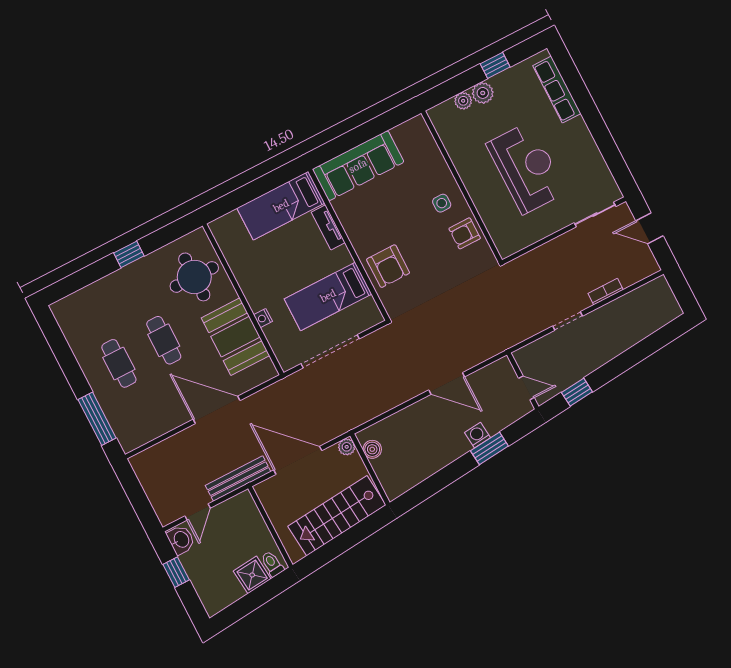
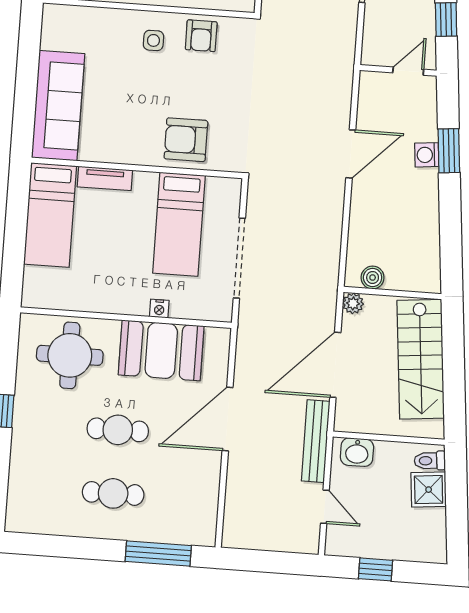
armchair: (388, 266) -> (186, 140), turned 180
washbasin: (181, 540) -> (357, 452), moved, turned 180

